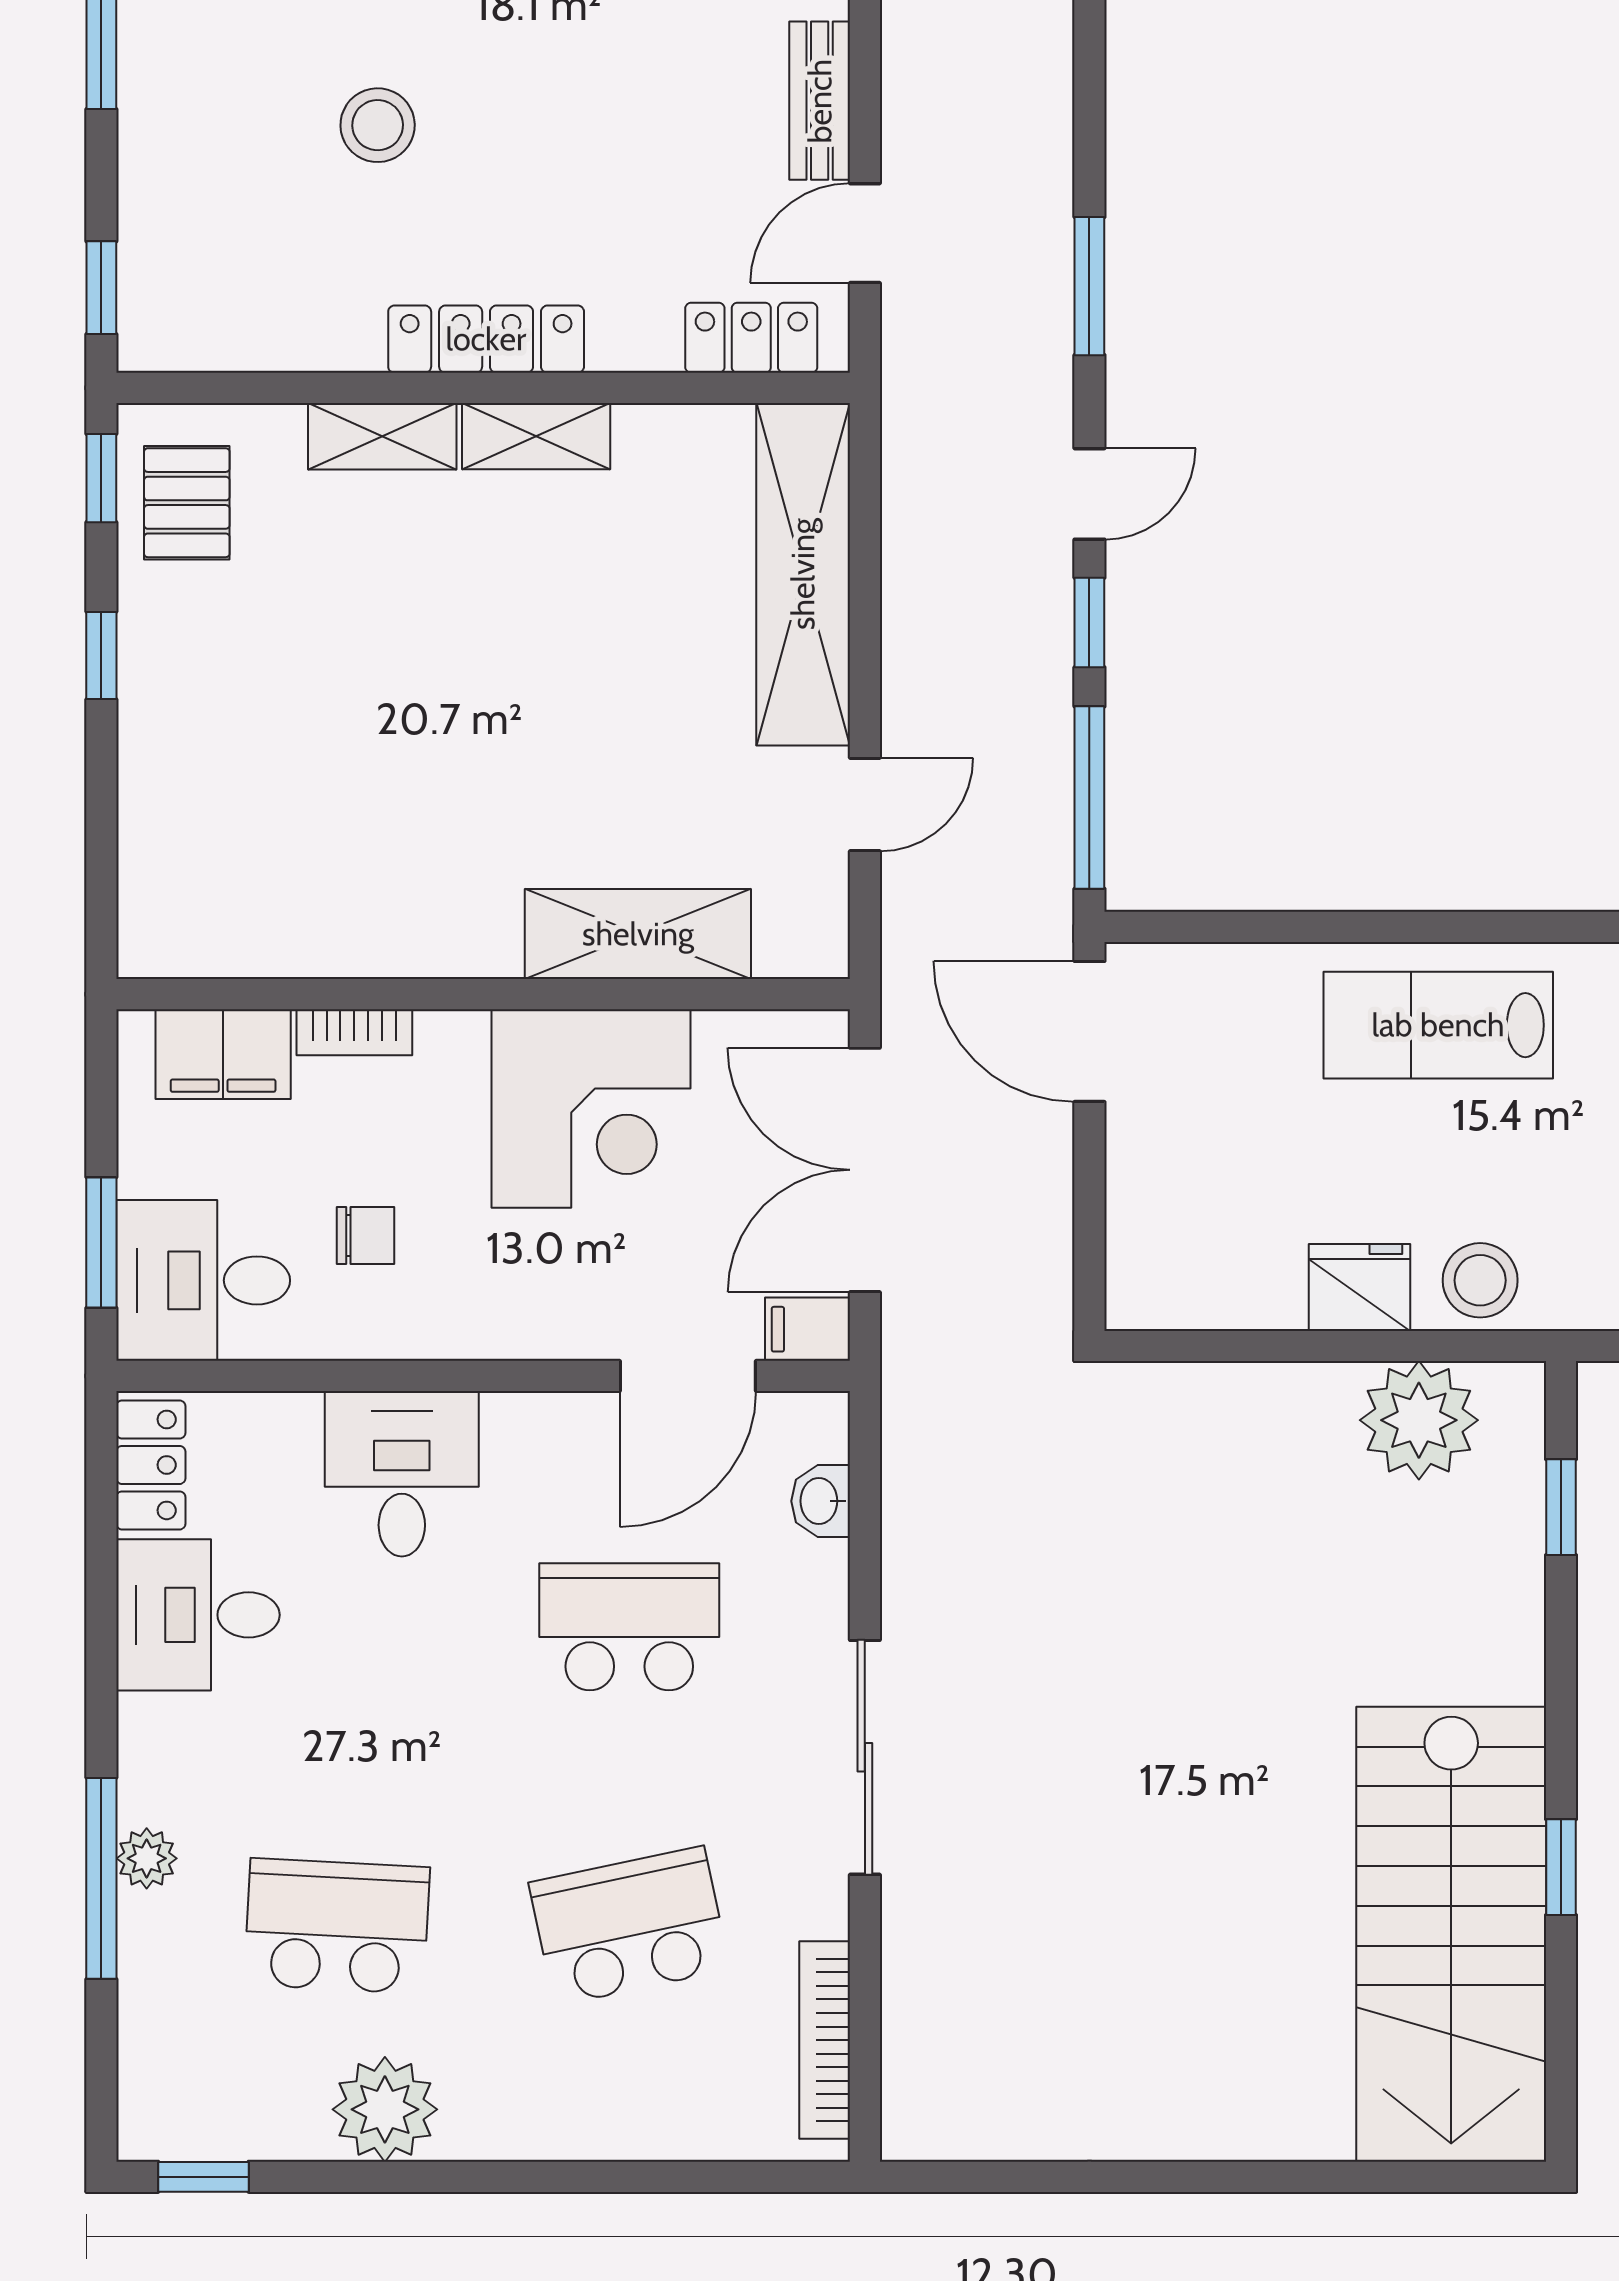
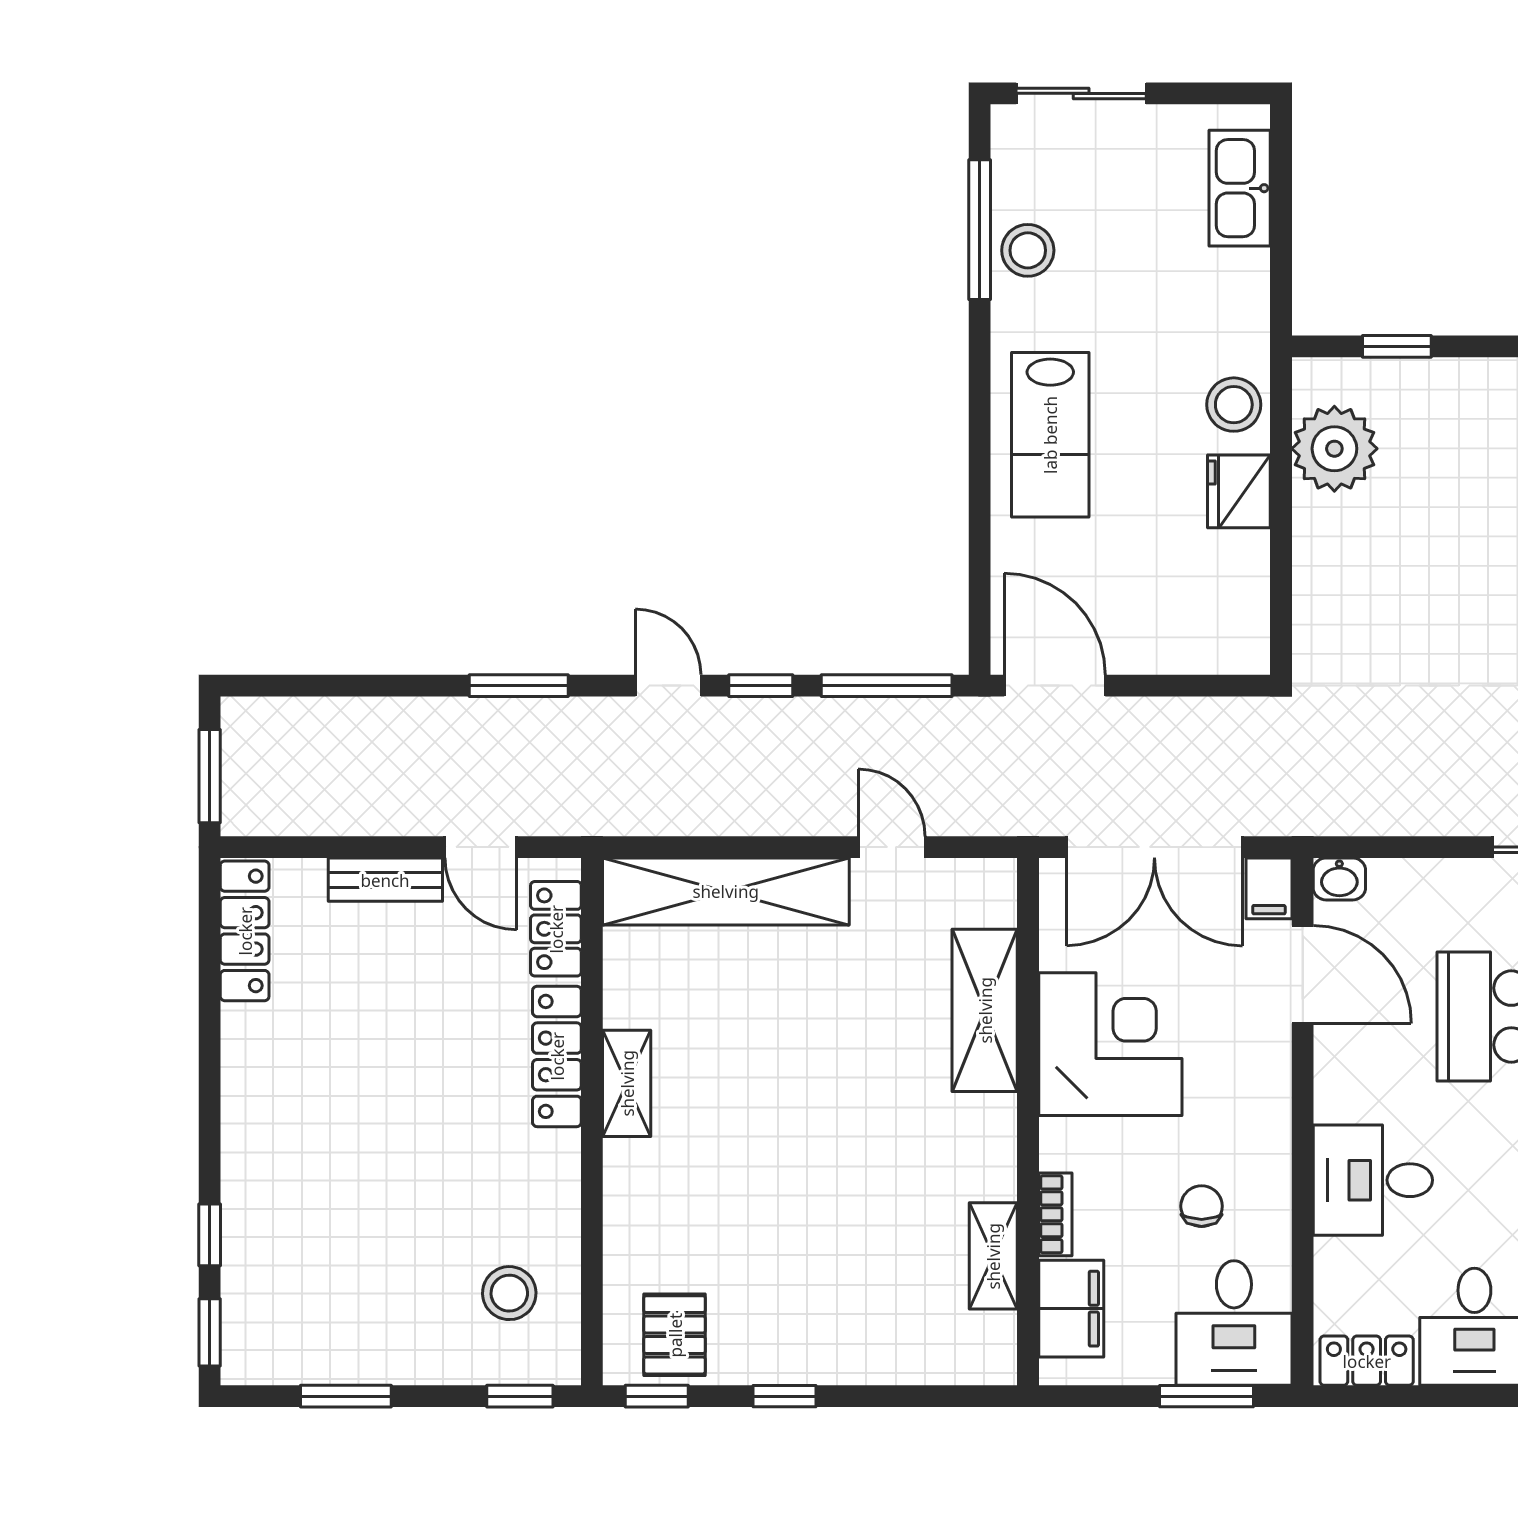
stool: (378, 125) -> (509, 1293), moved
locker: (486, 339) -> (557, 1056), moved
shelving: (382, 436) -> (993, 1256), moved
pallet: (187, 503) -> (675, 1335), turned 90
door: (1089, 1031) -> (1055, 686), swing flipped
washbasin: (821, 1501) -> (1339, 879), moved

